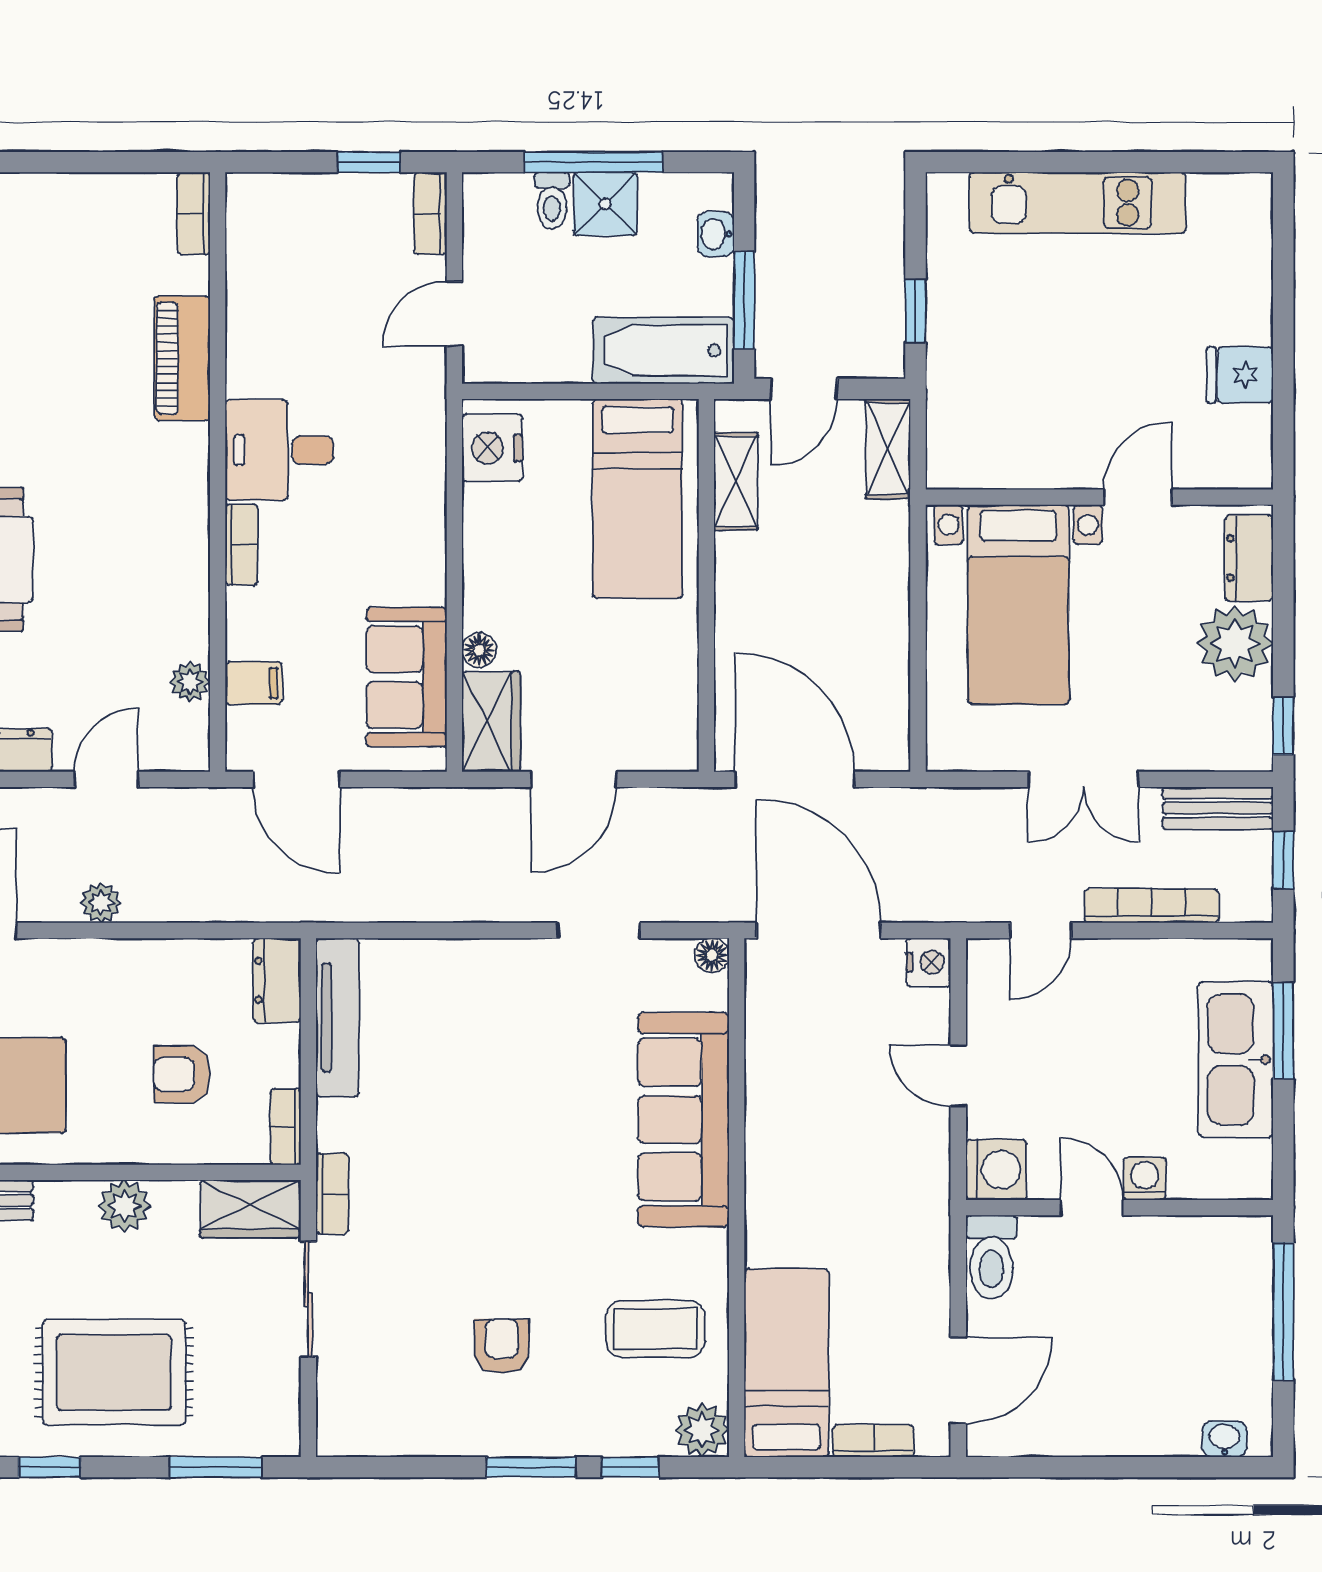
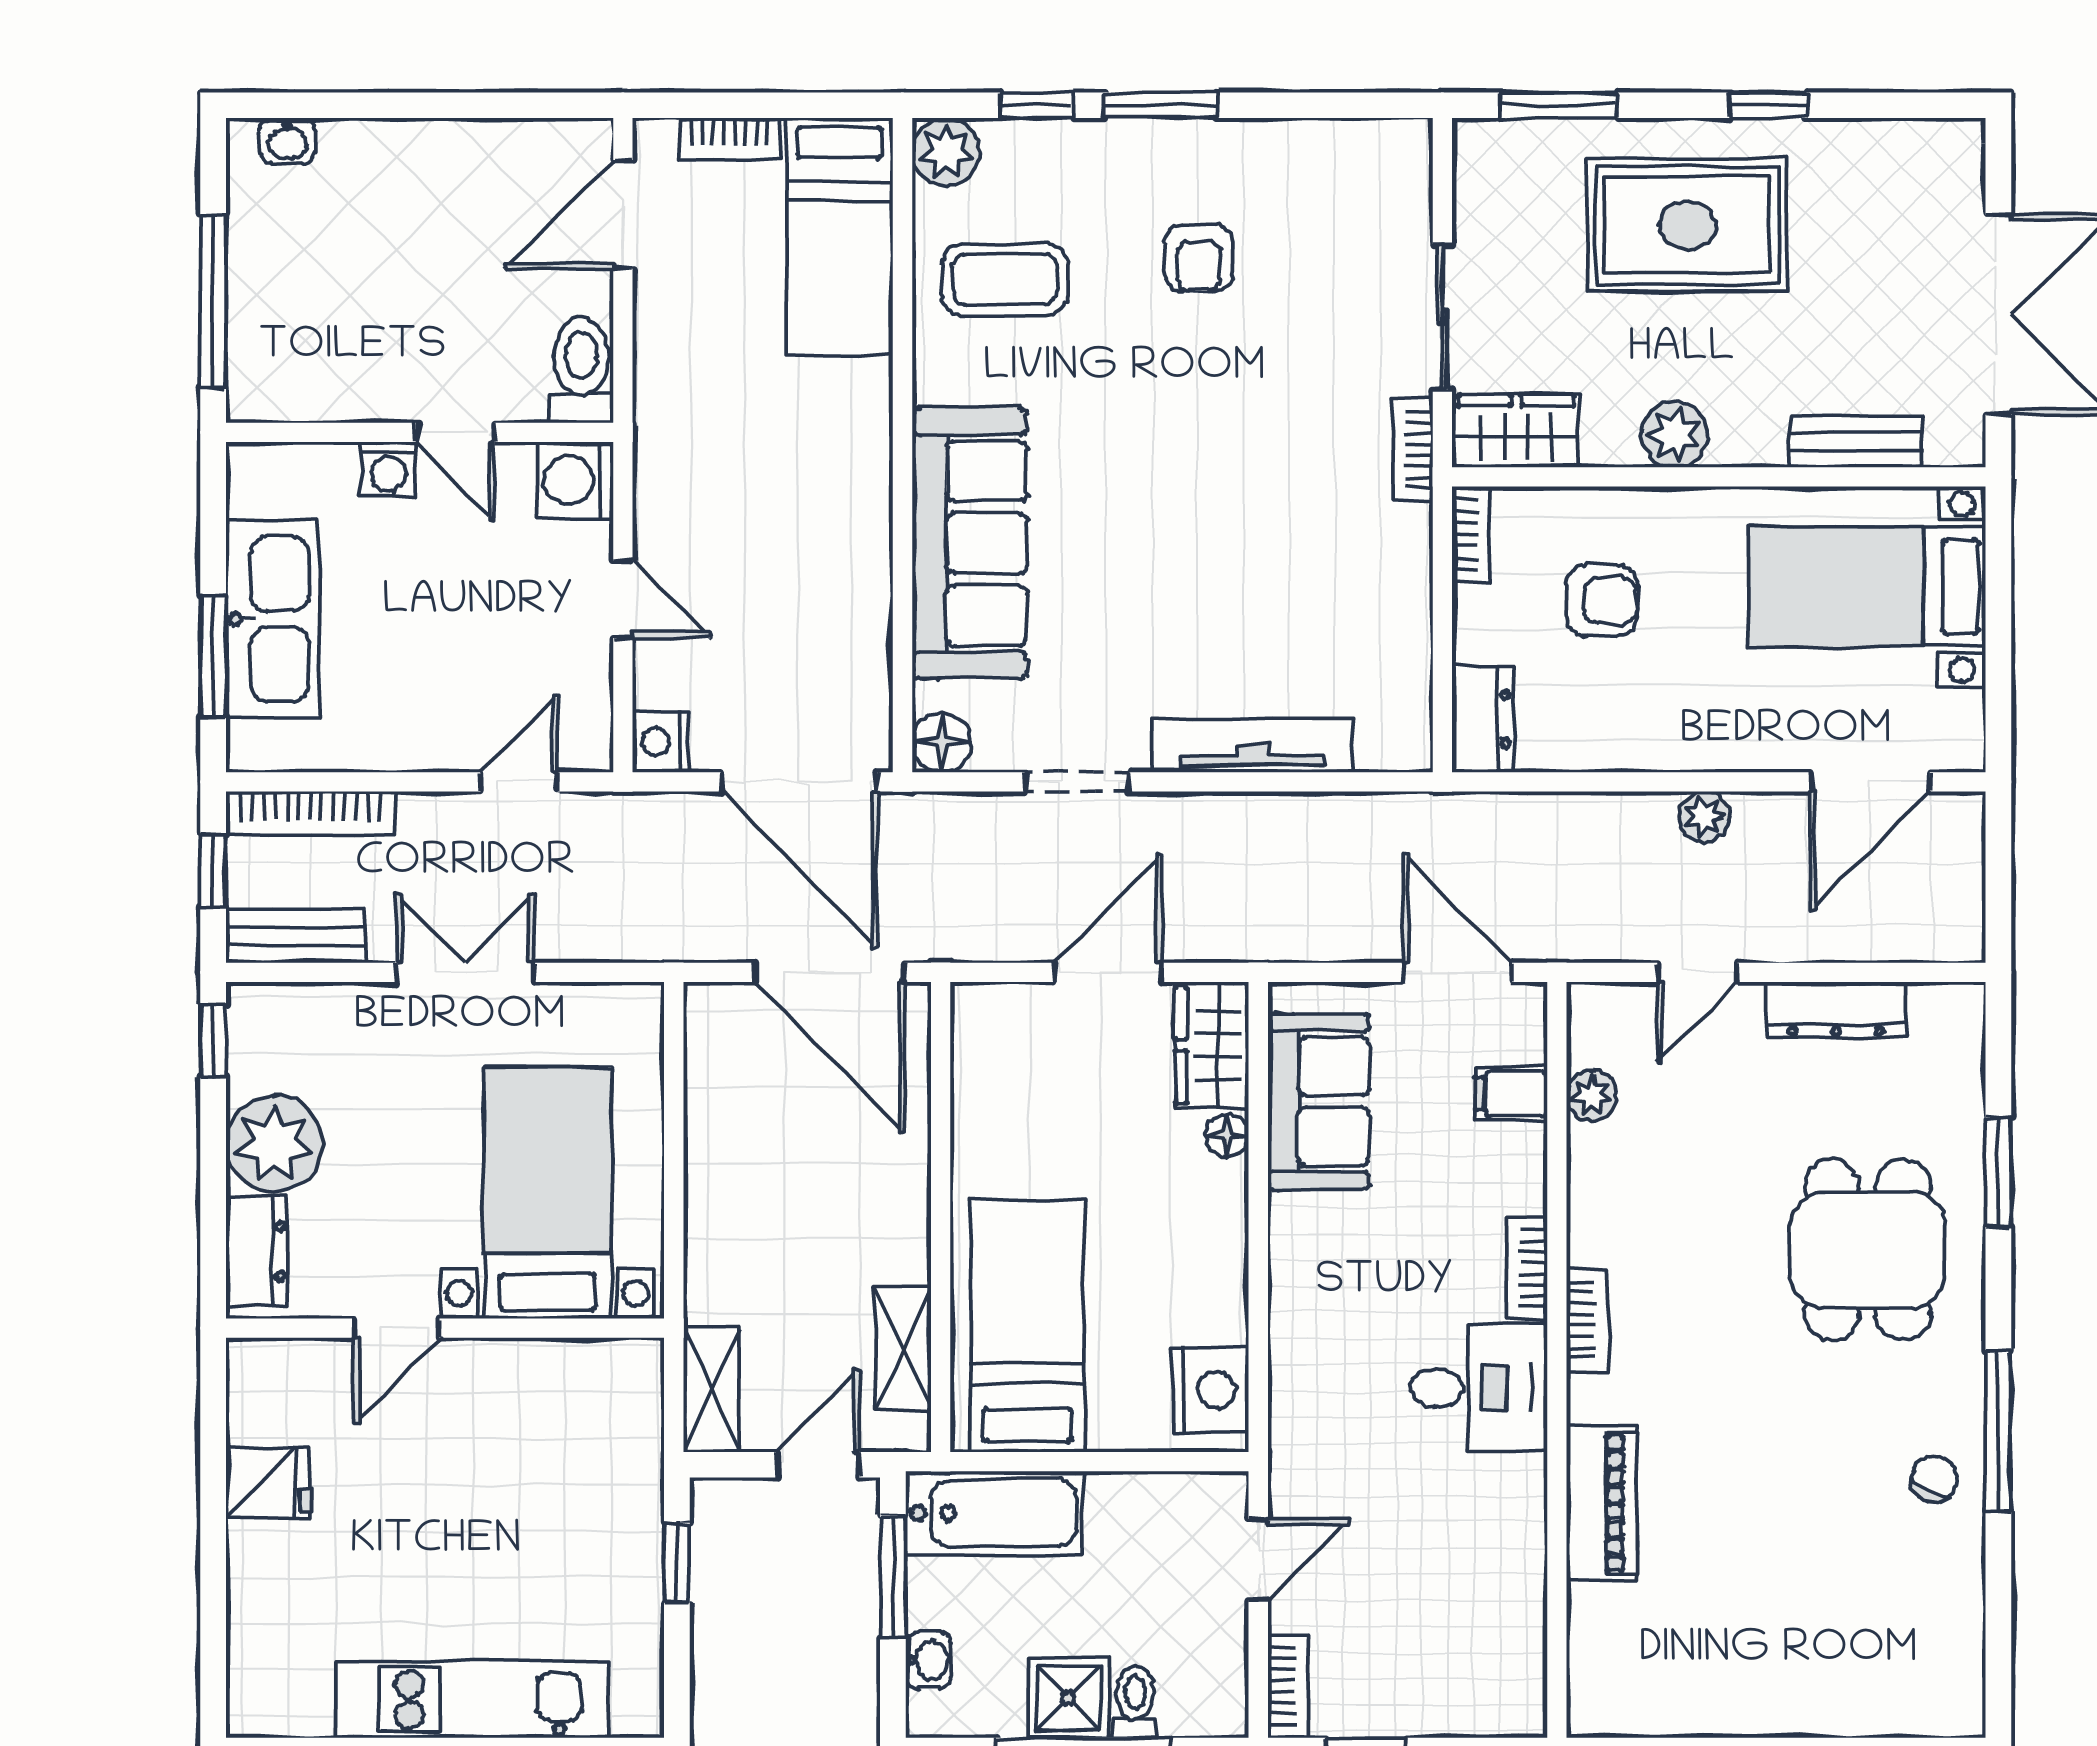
bookcase: (194, 213) -> (1587, 1320), moved
bookcase: (1151, 906) -> (310, 813), moved
floor lamp: (712, 955) -> (942, 743), width x1.37, depth x1.37
tv unit: (337, 1018) -> (1252, 745), moved, turned 90

